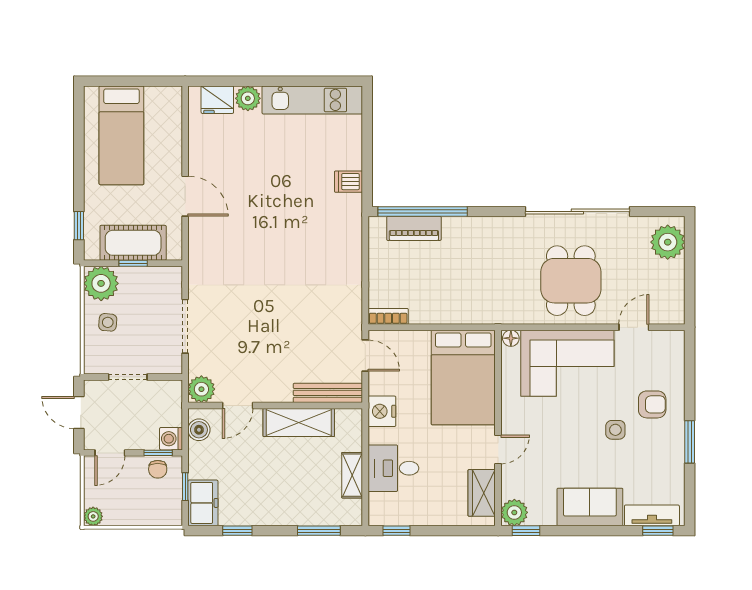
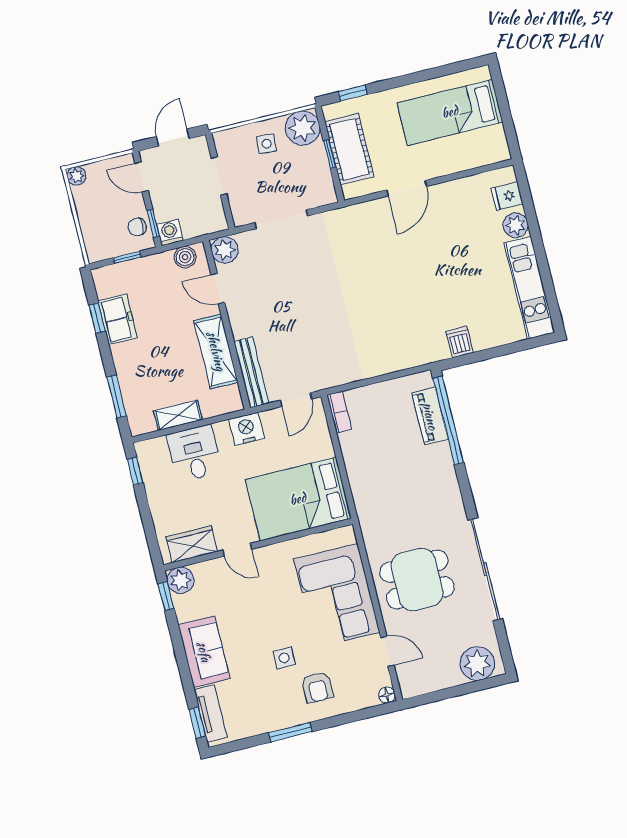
fridge: (217, 100) -> (507, 196), width x0.72
floor lamp: (511, 338) -> (387, 695), moved
freezer: (203, 503) -> (118, 319), moved, turned -90

